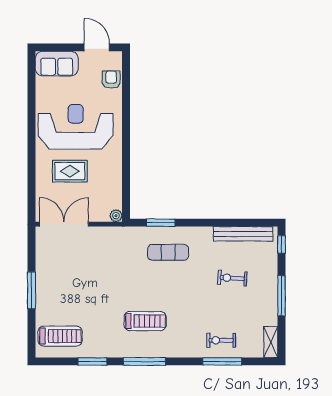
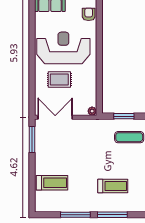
window: (31, 290) -> (32, 139), moved
treadmill: (60, 336) -> (52, 183), moved
window: (92, 361) -> (75, 215), width x1.44

